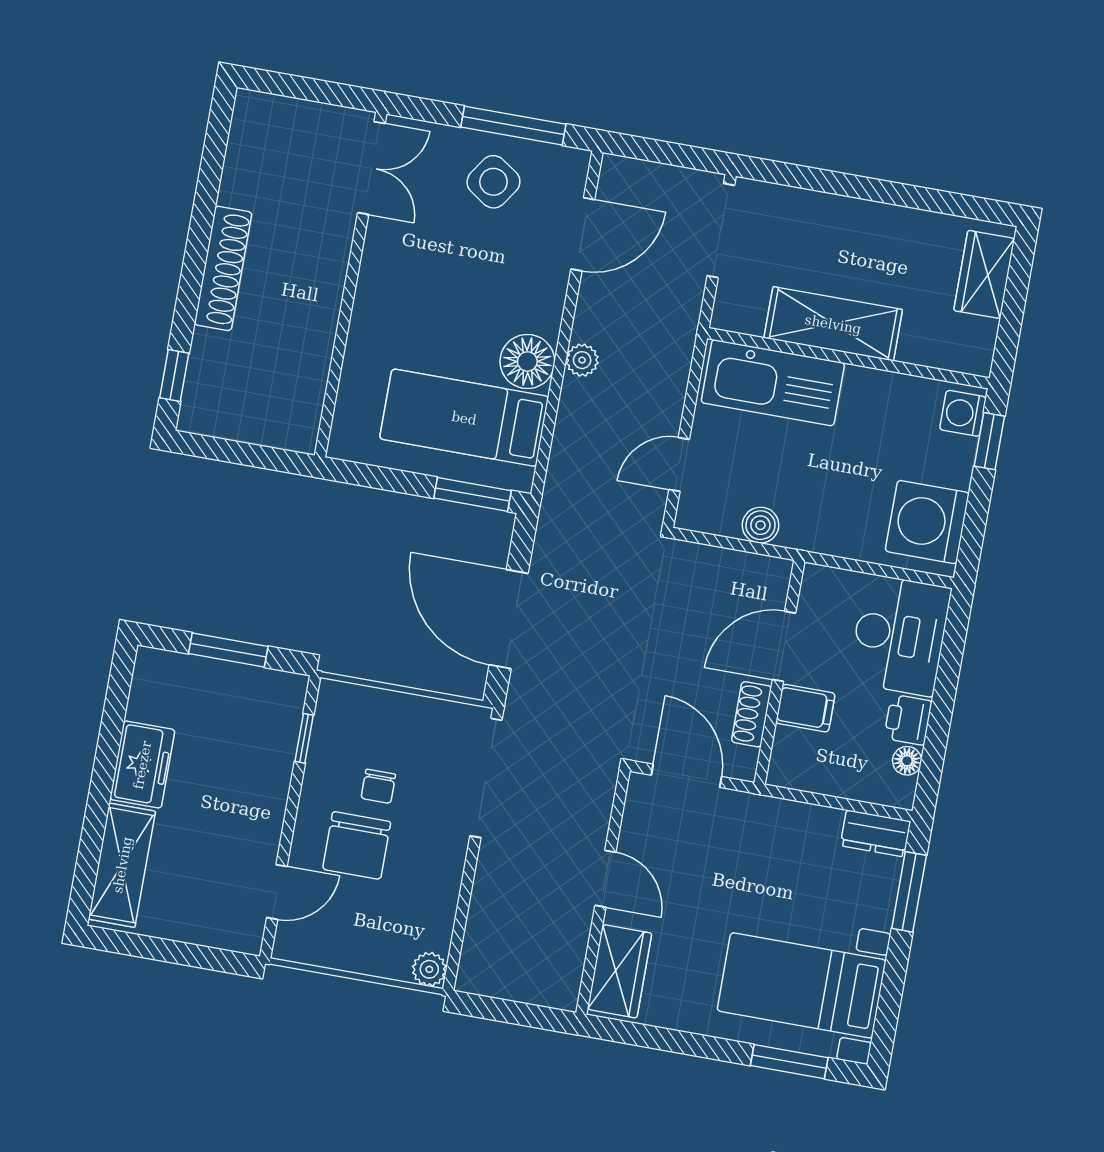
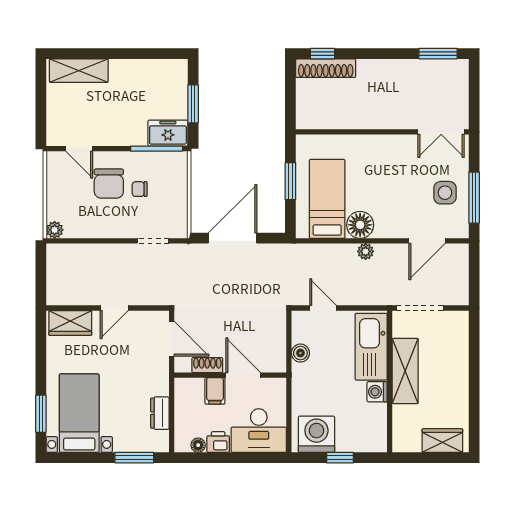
window: (215, 146) -> (438, 54), added
side table: (493, 182) -> (445, 193), turned -34
doorway: (721, 231) -> (420, 308), moved
door: (583, 234) -> (427, 241), hinge flipped
shoe rack: (223, 268) -> (326, 68), moved
washing machine: (963, 413) -> (377, 392), moved, turned -90
window: (989, 441) -> (340, 458), moved
window: (472, 494) -> (290, 181), moved
window: (304, 738) -> (157, 149), width x2.17
freezer: (142, 765) -> (168, 133), moved, turned 180
door: (686, 776) -> (172, 339), hinge flipped
doorway: (486, 778) -> (153, 241), width x0.53
dresser: (875, 833) -> (160, 413), moved
chair: (357, 845) -> (109, 184), turned -90

